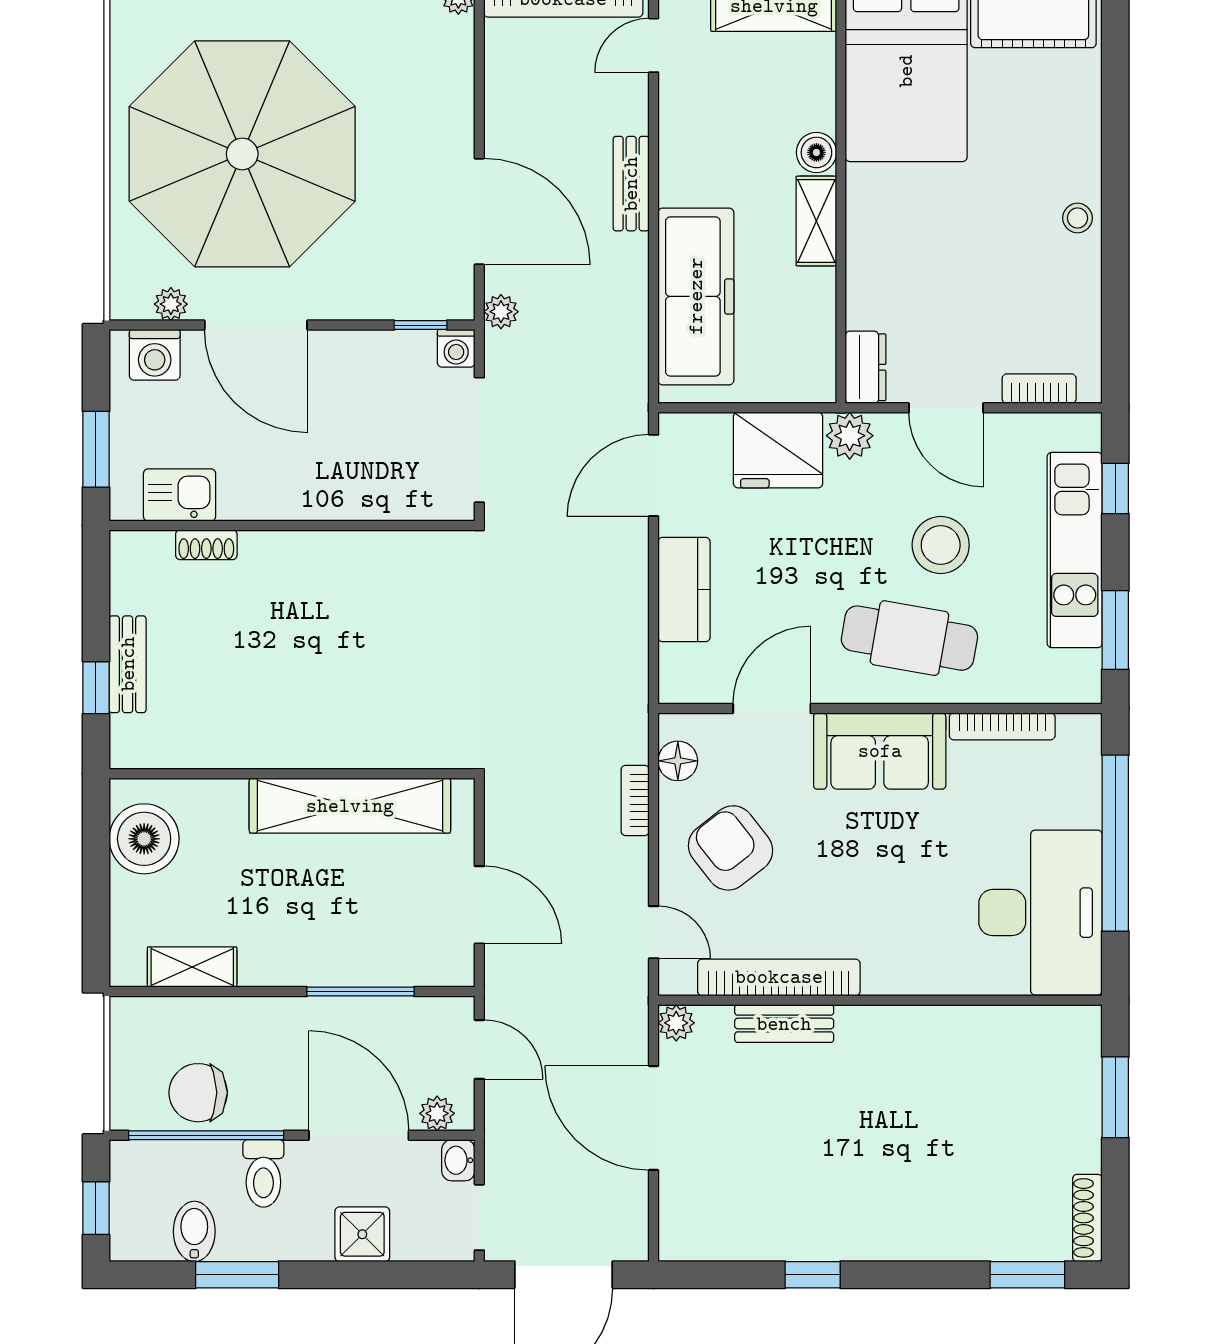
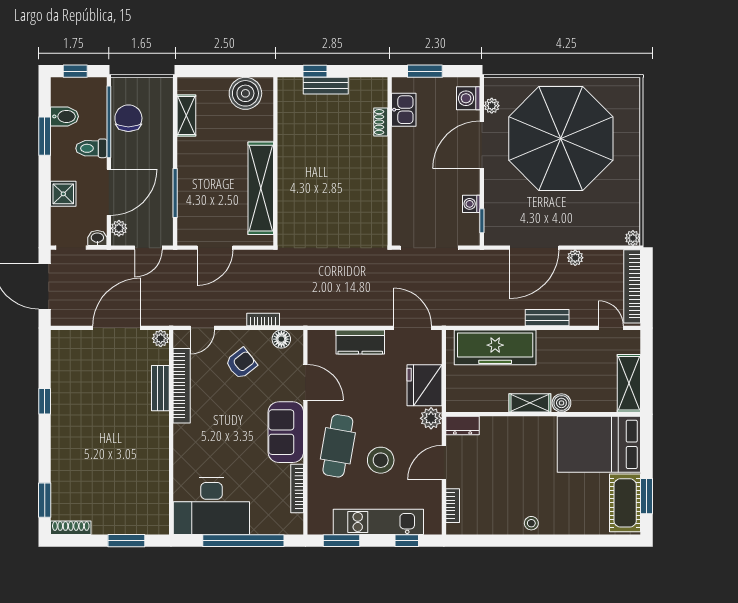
plant: (501, 312) -> (575, 258), moved
washing machine: (456, 348) -> (471, 204), moved
armchair: (731, 848) -> (241, 363), width x0.72, depth x0.72

